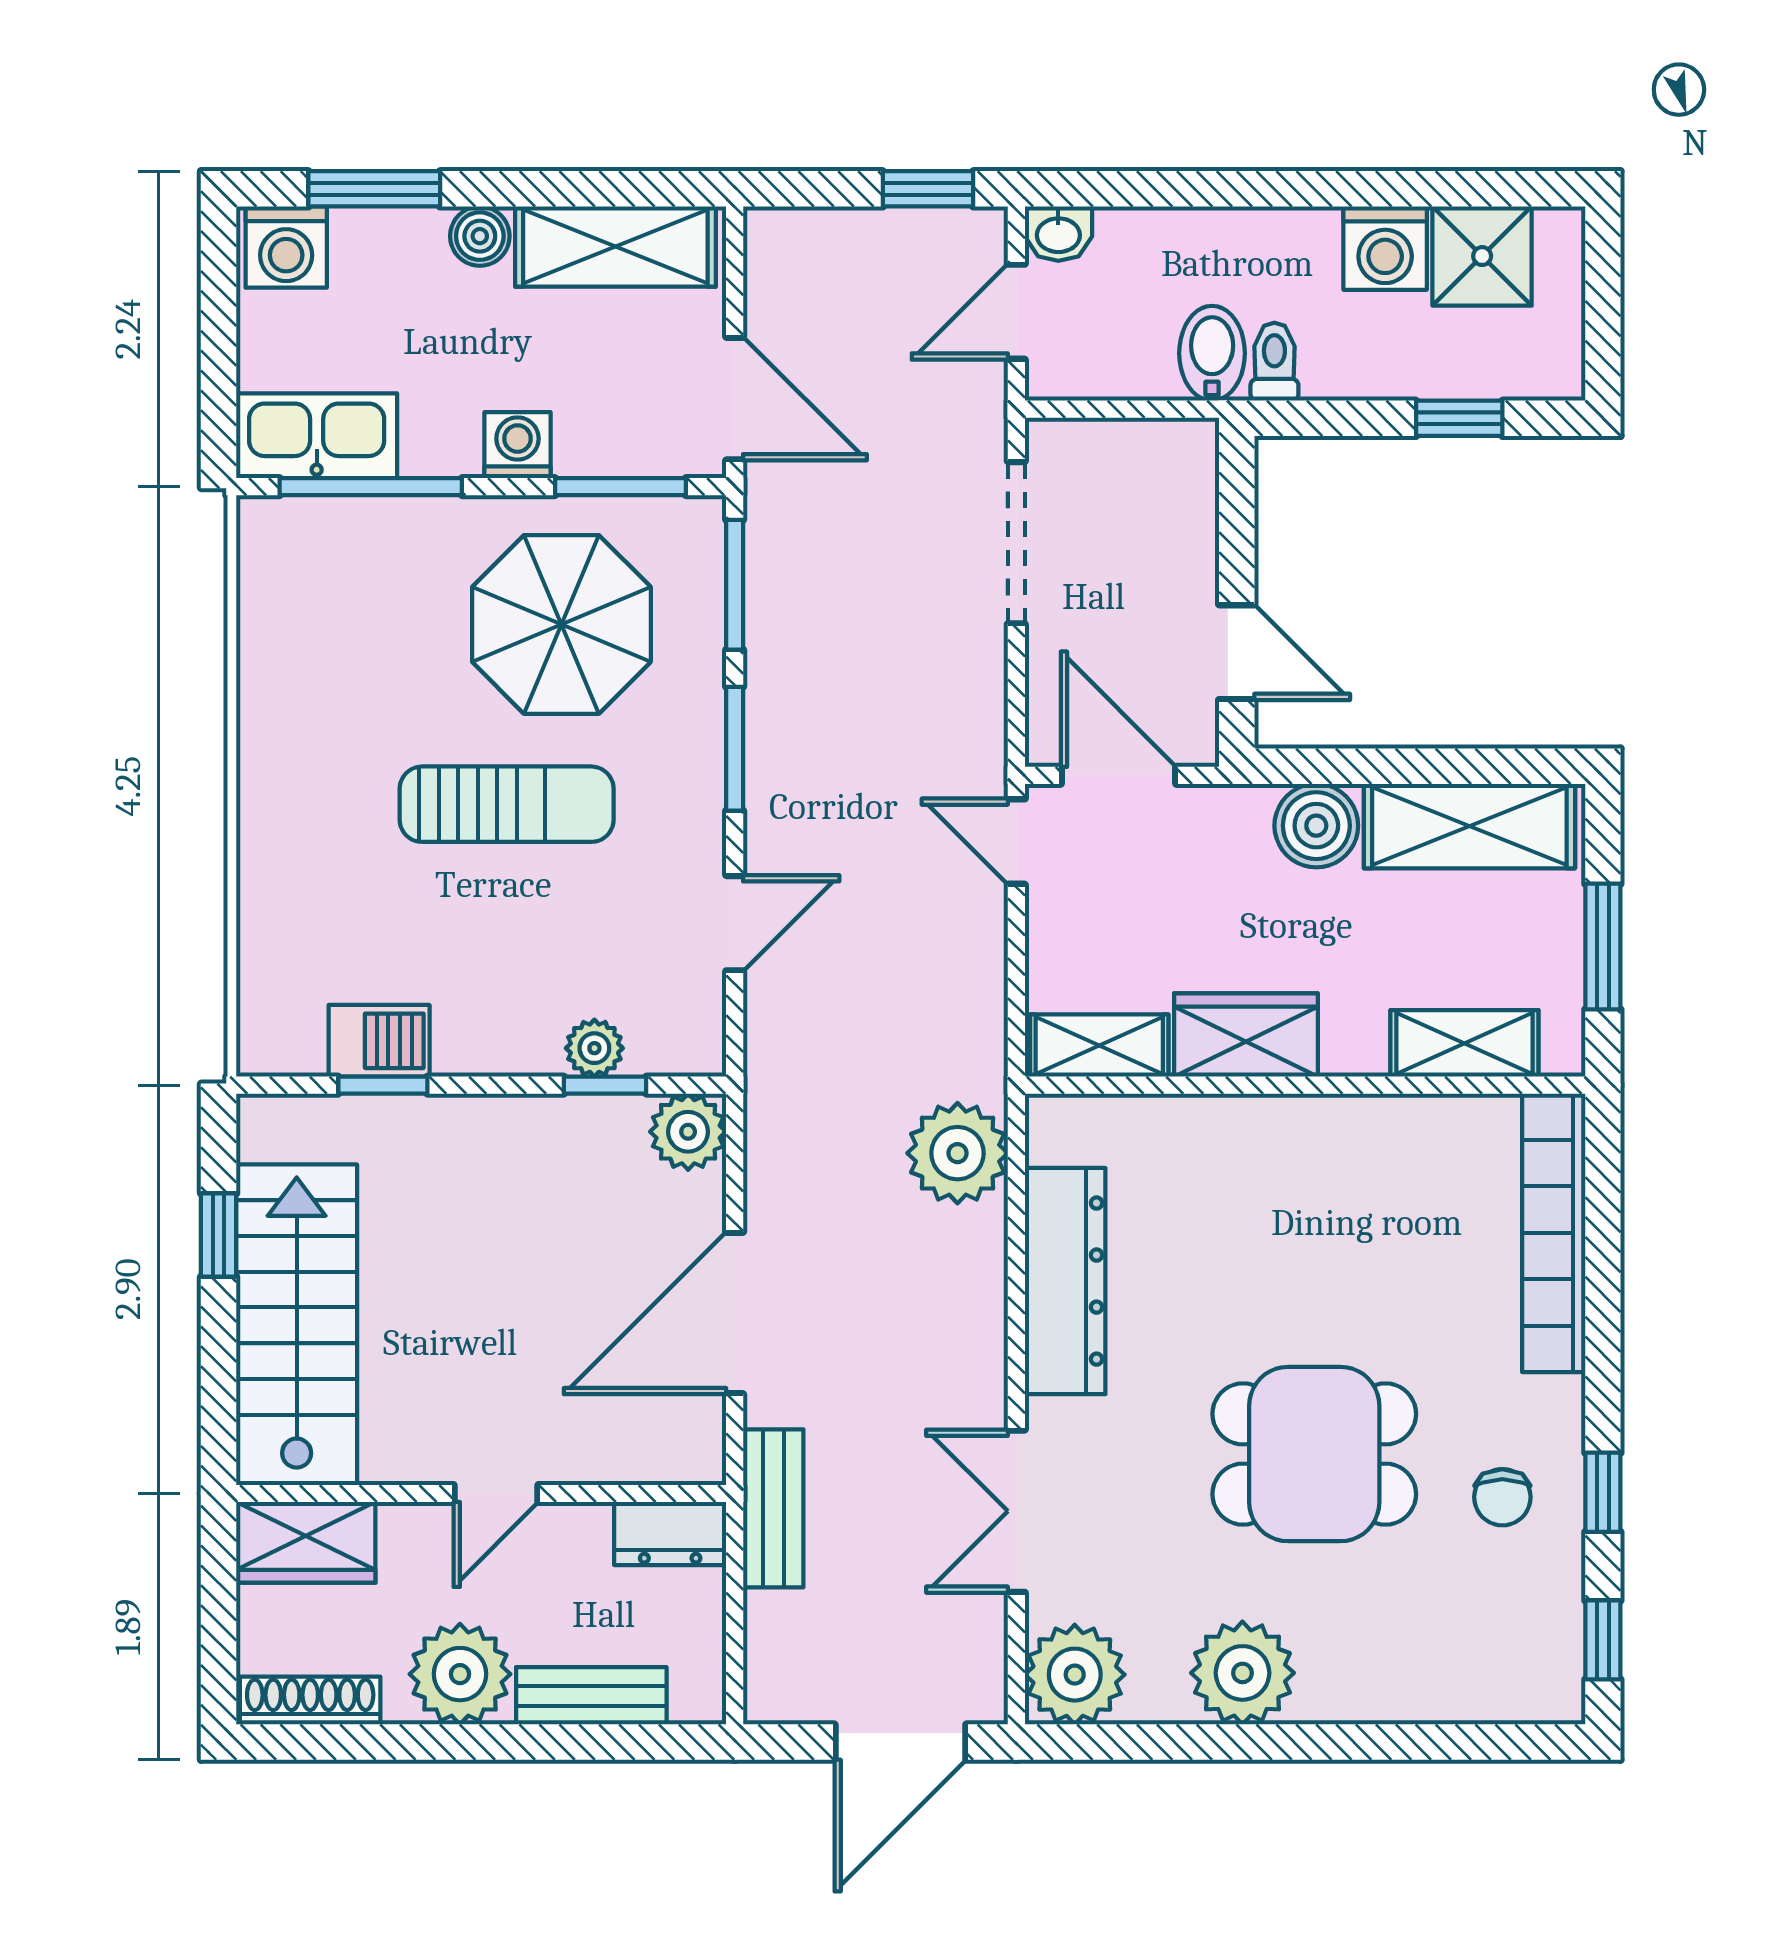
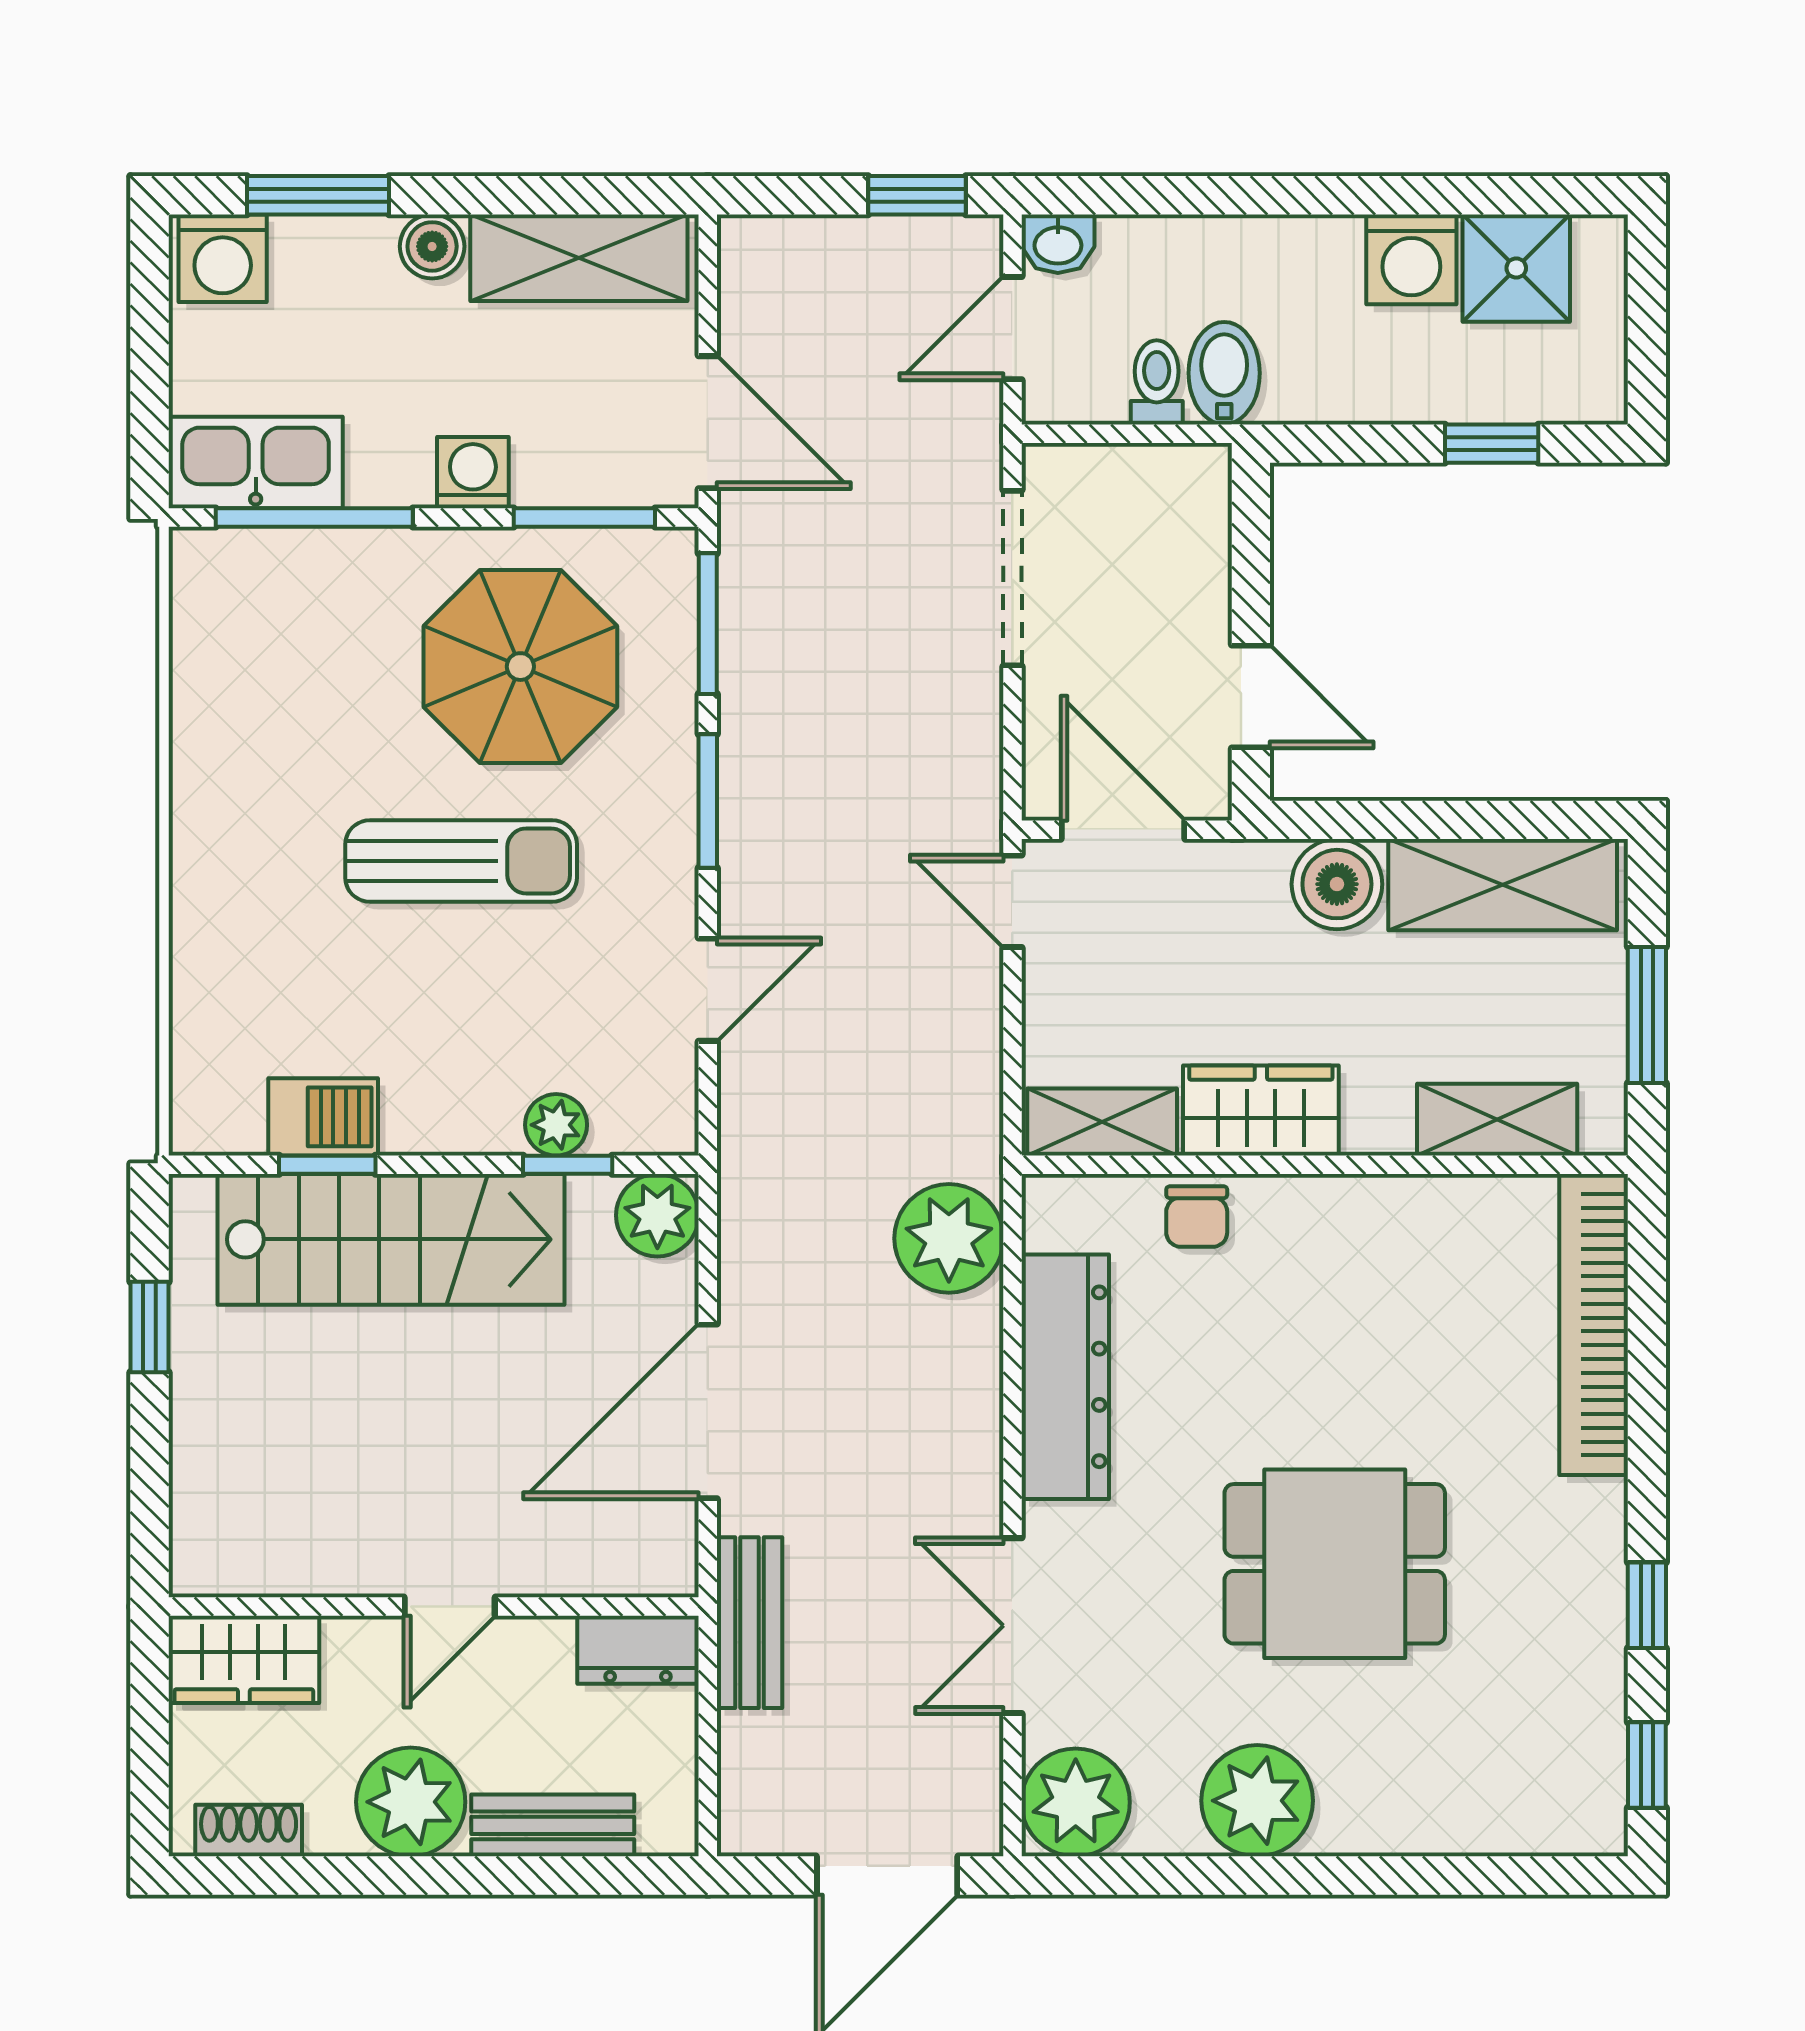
toilet: (1274, 362) -> (1157, 382), moved
stairs: (297, 1325) -> (391, 1239), moved, turned 90
chair: (1502, 1497) -> (1197, 1217), moved
shoe rack: (310, 1701) -> (249, 1831), width x0.70

